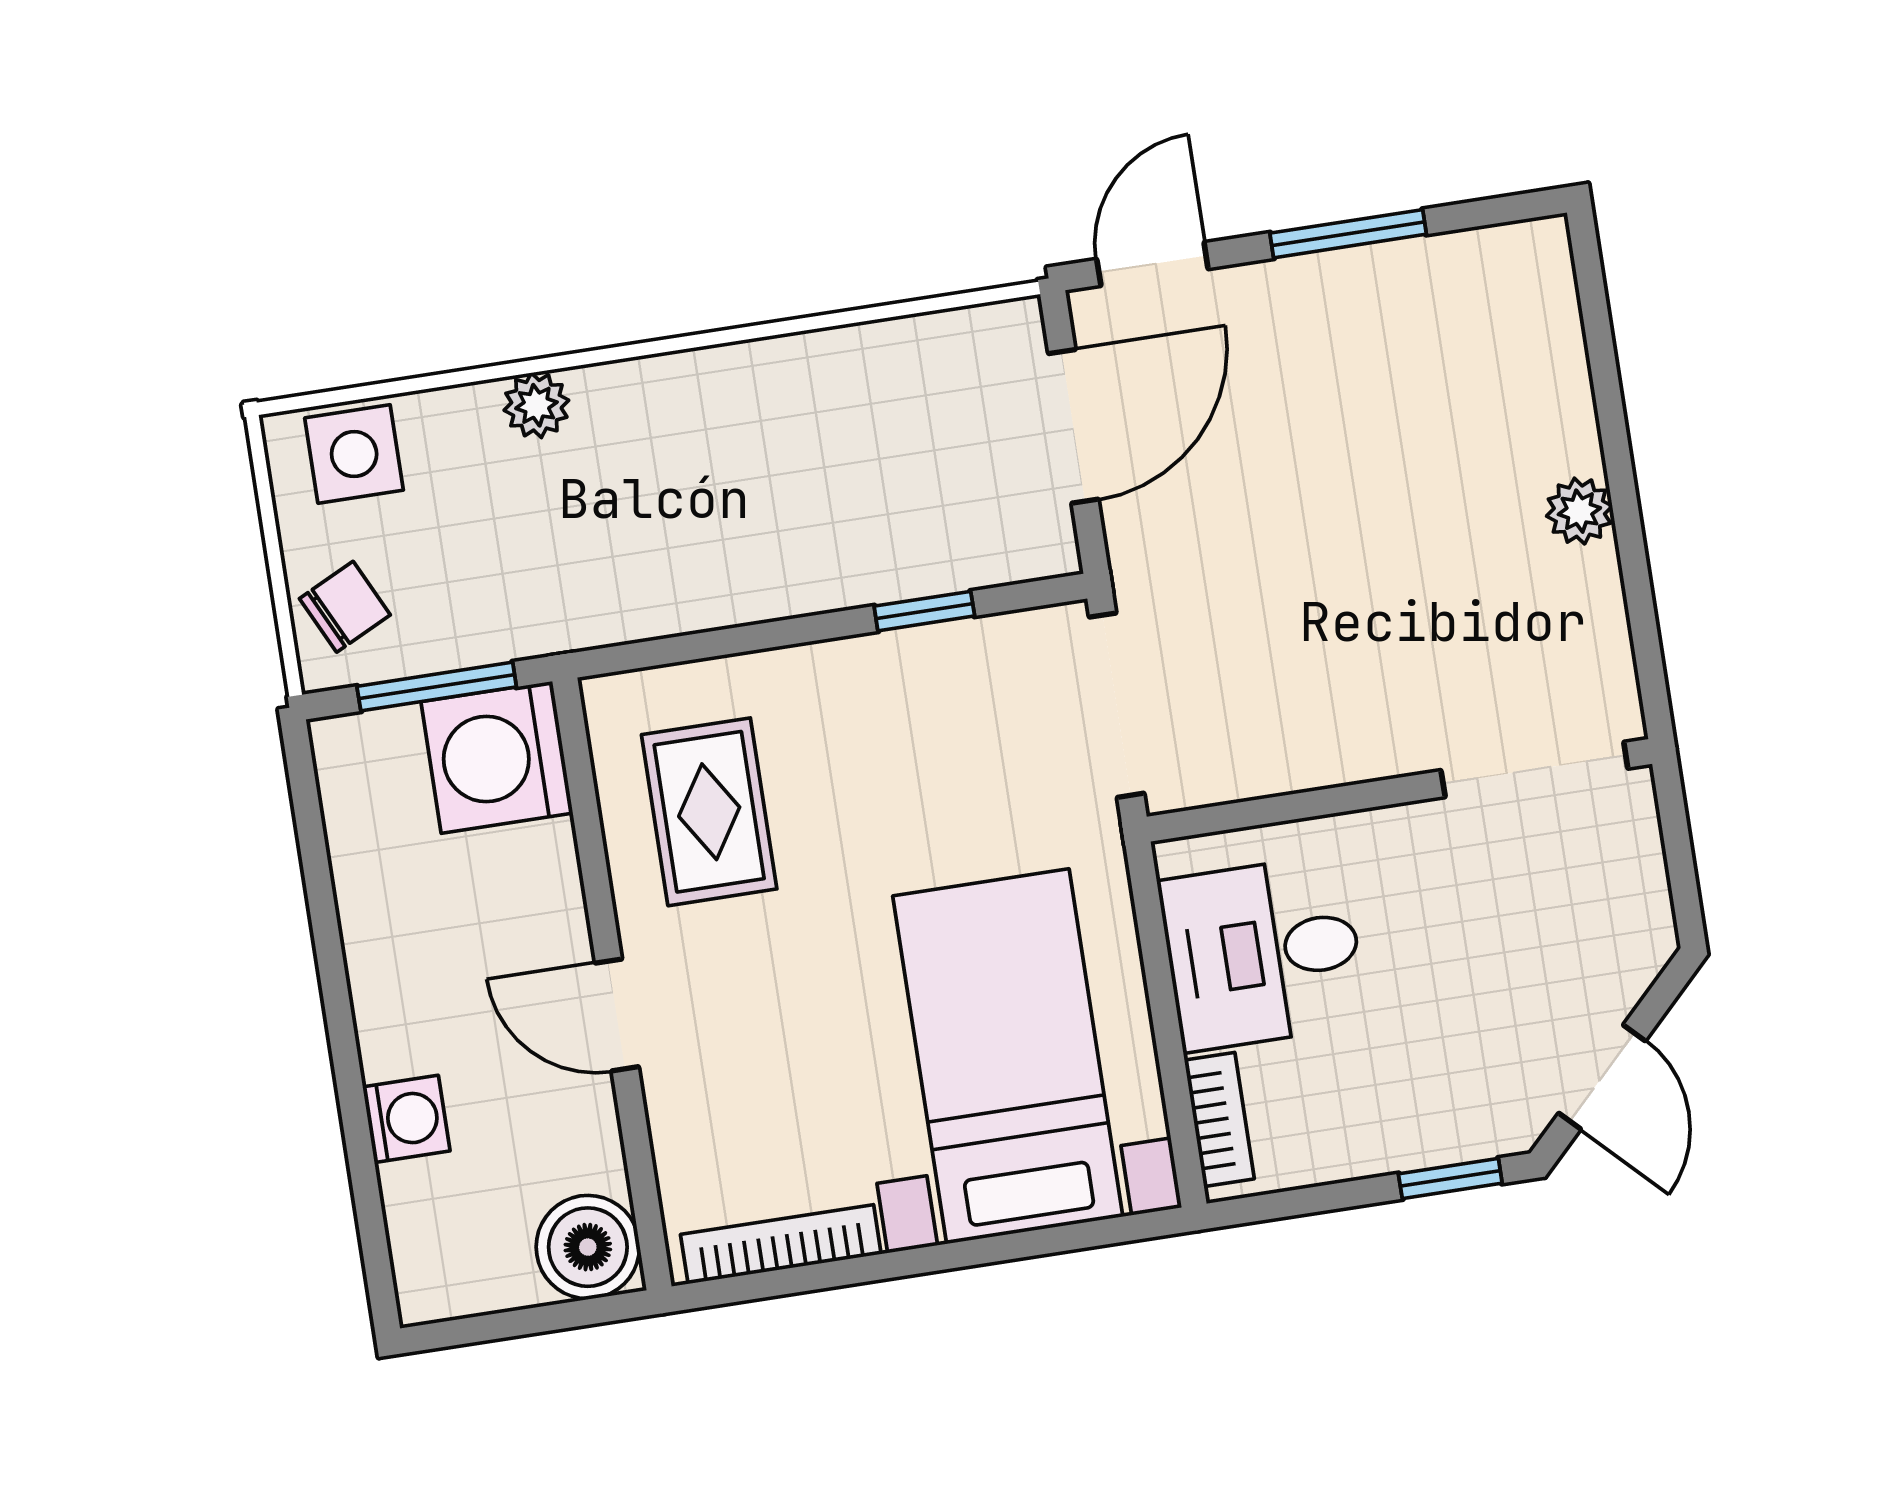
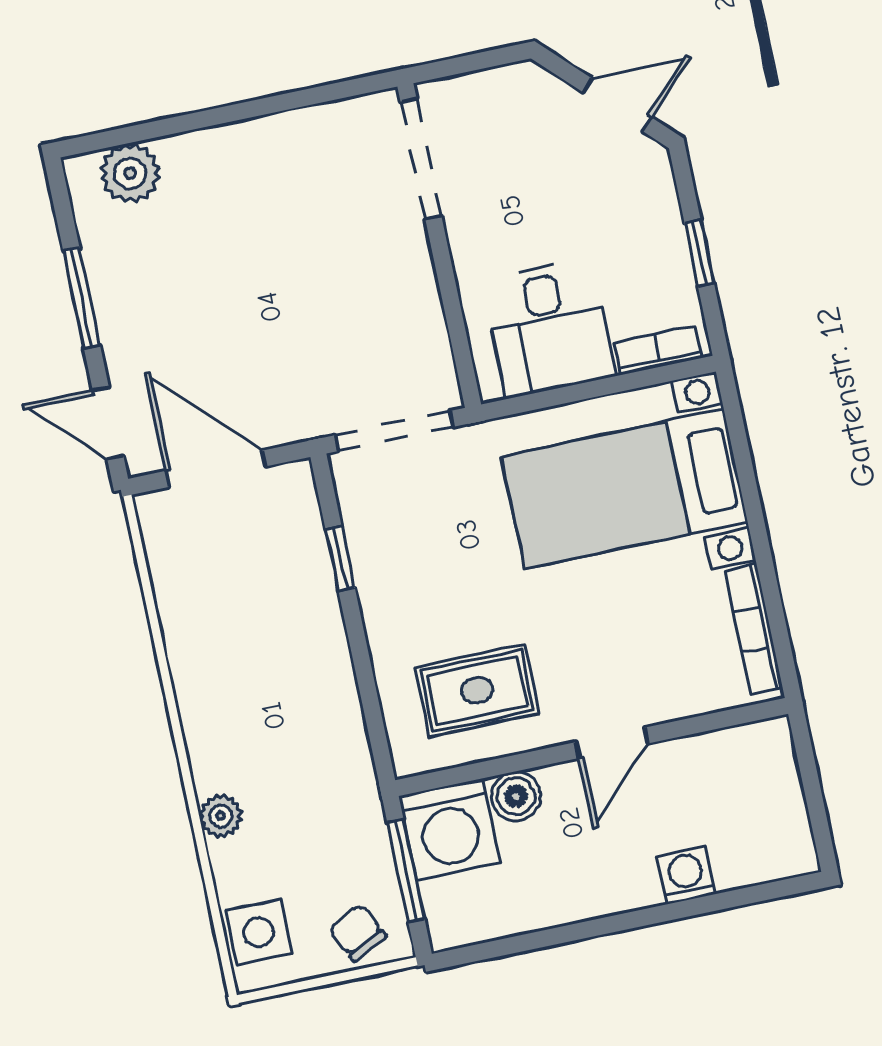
plant: (1579, 511) -> (130, 173), moved, width x1.38, depth x1.38
window: (1450, 1178) -> (699, 253), moved
boiler: (588, 1247) -> (516, 796), moved, width x0.73, depth x0.73

